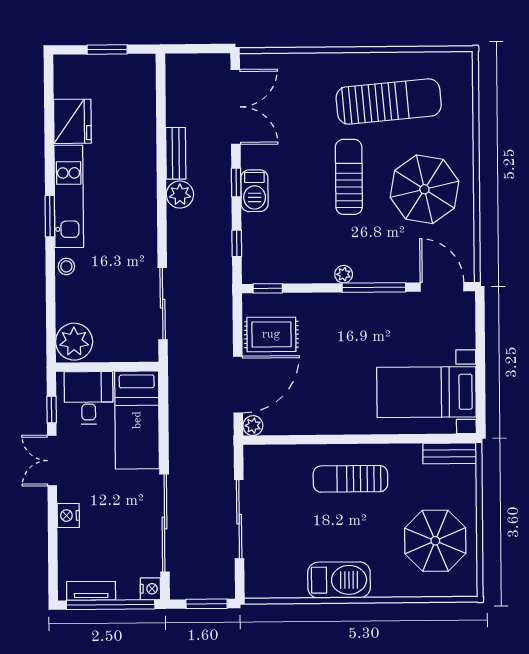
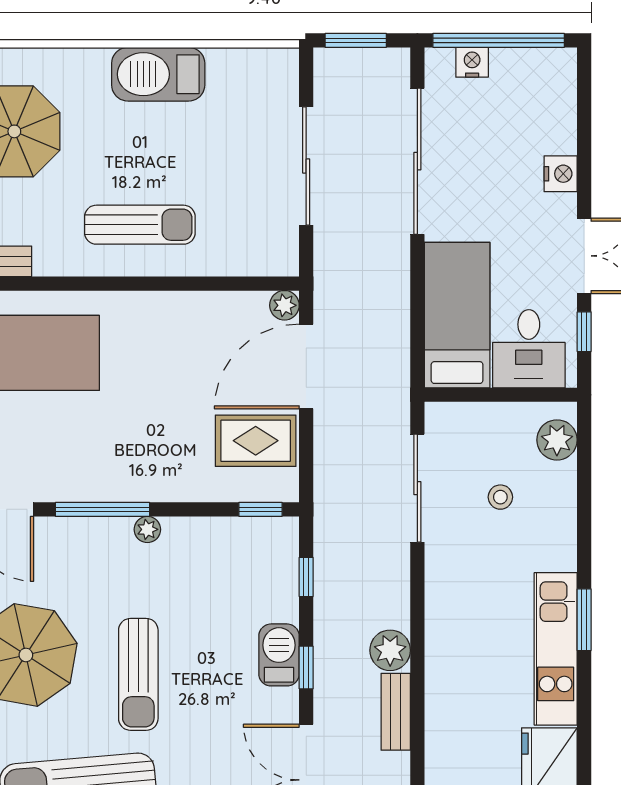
stool: (66, 266) -> (500, 497), moved
plant: (74, 342) -> (557, 440), width x0.73, depth x0.73
nightstand: (150, 589) -> (472, 62), moved, turned 90
tv unit: (91, 591) -> (528, 61), removed

